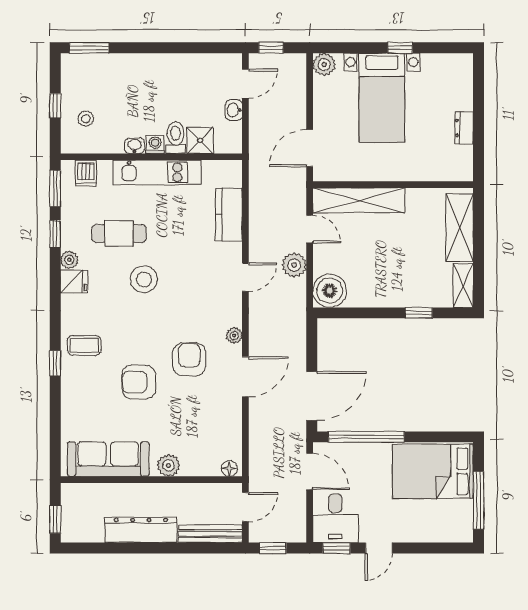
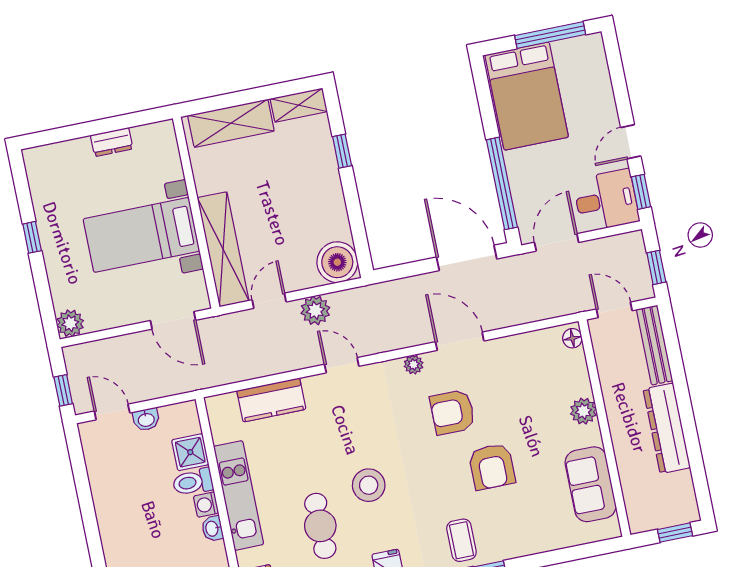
bed with nightstands: (382, 98) -> (141, 235), moved, turned 180
sofa: (108, 459) -> (591, 484), width x0.73
door: (379, 548) -> (631, 142), swing flipped

